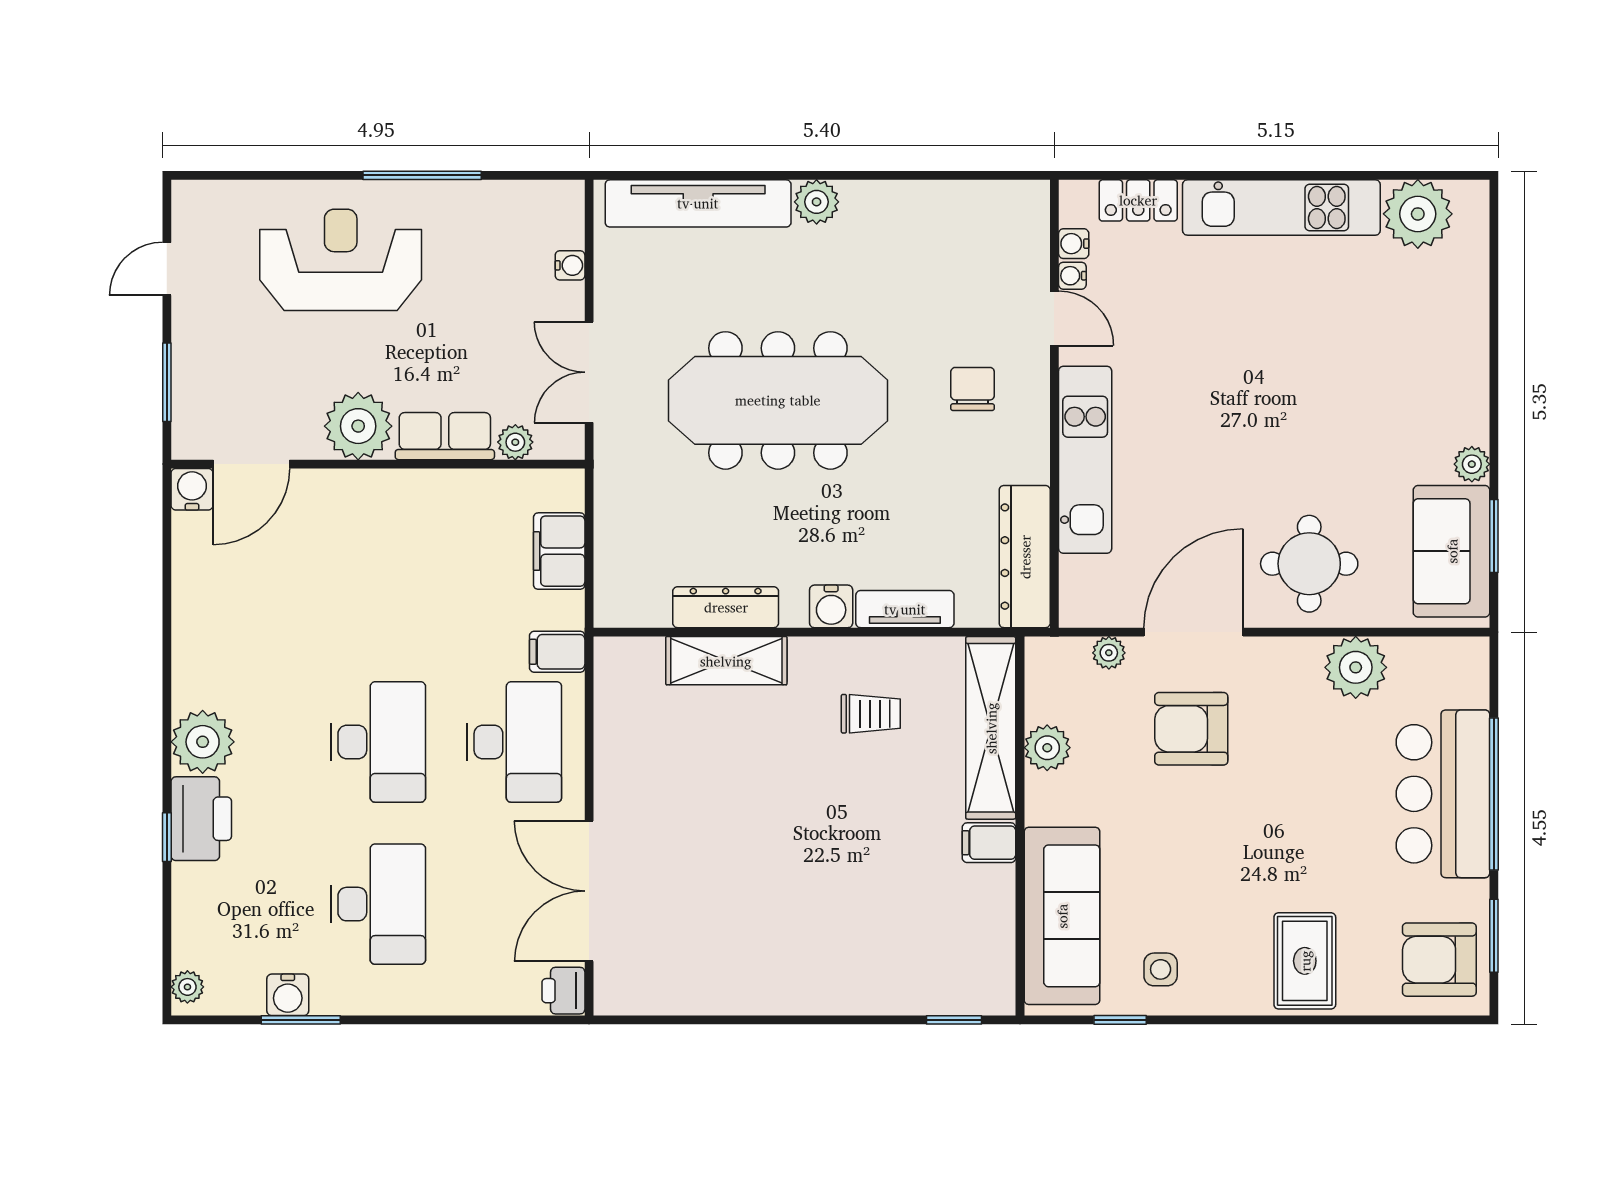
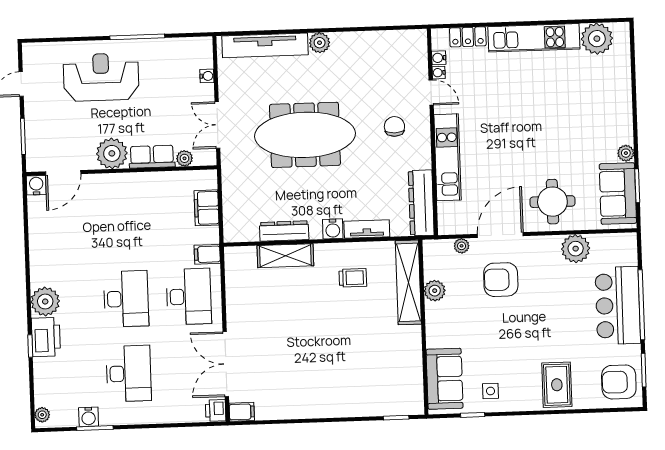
filing cabinet: (989, 843) -> (242, 412), moved, turned 180
sofa: (1062, 916) -> (445, 379), width x0.73

